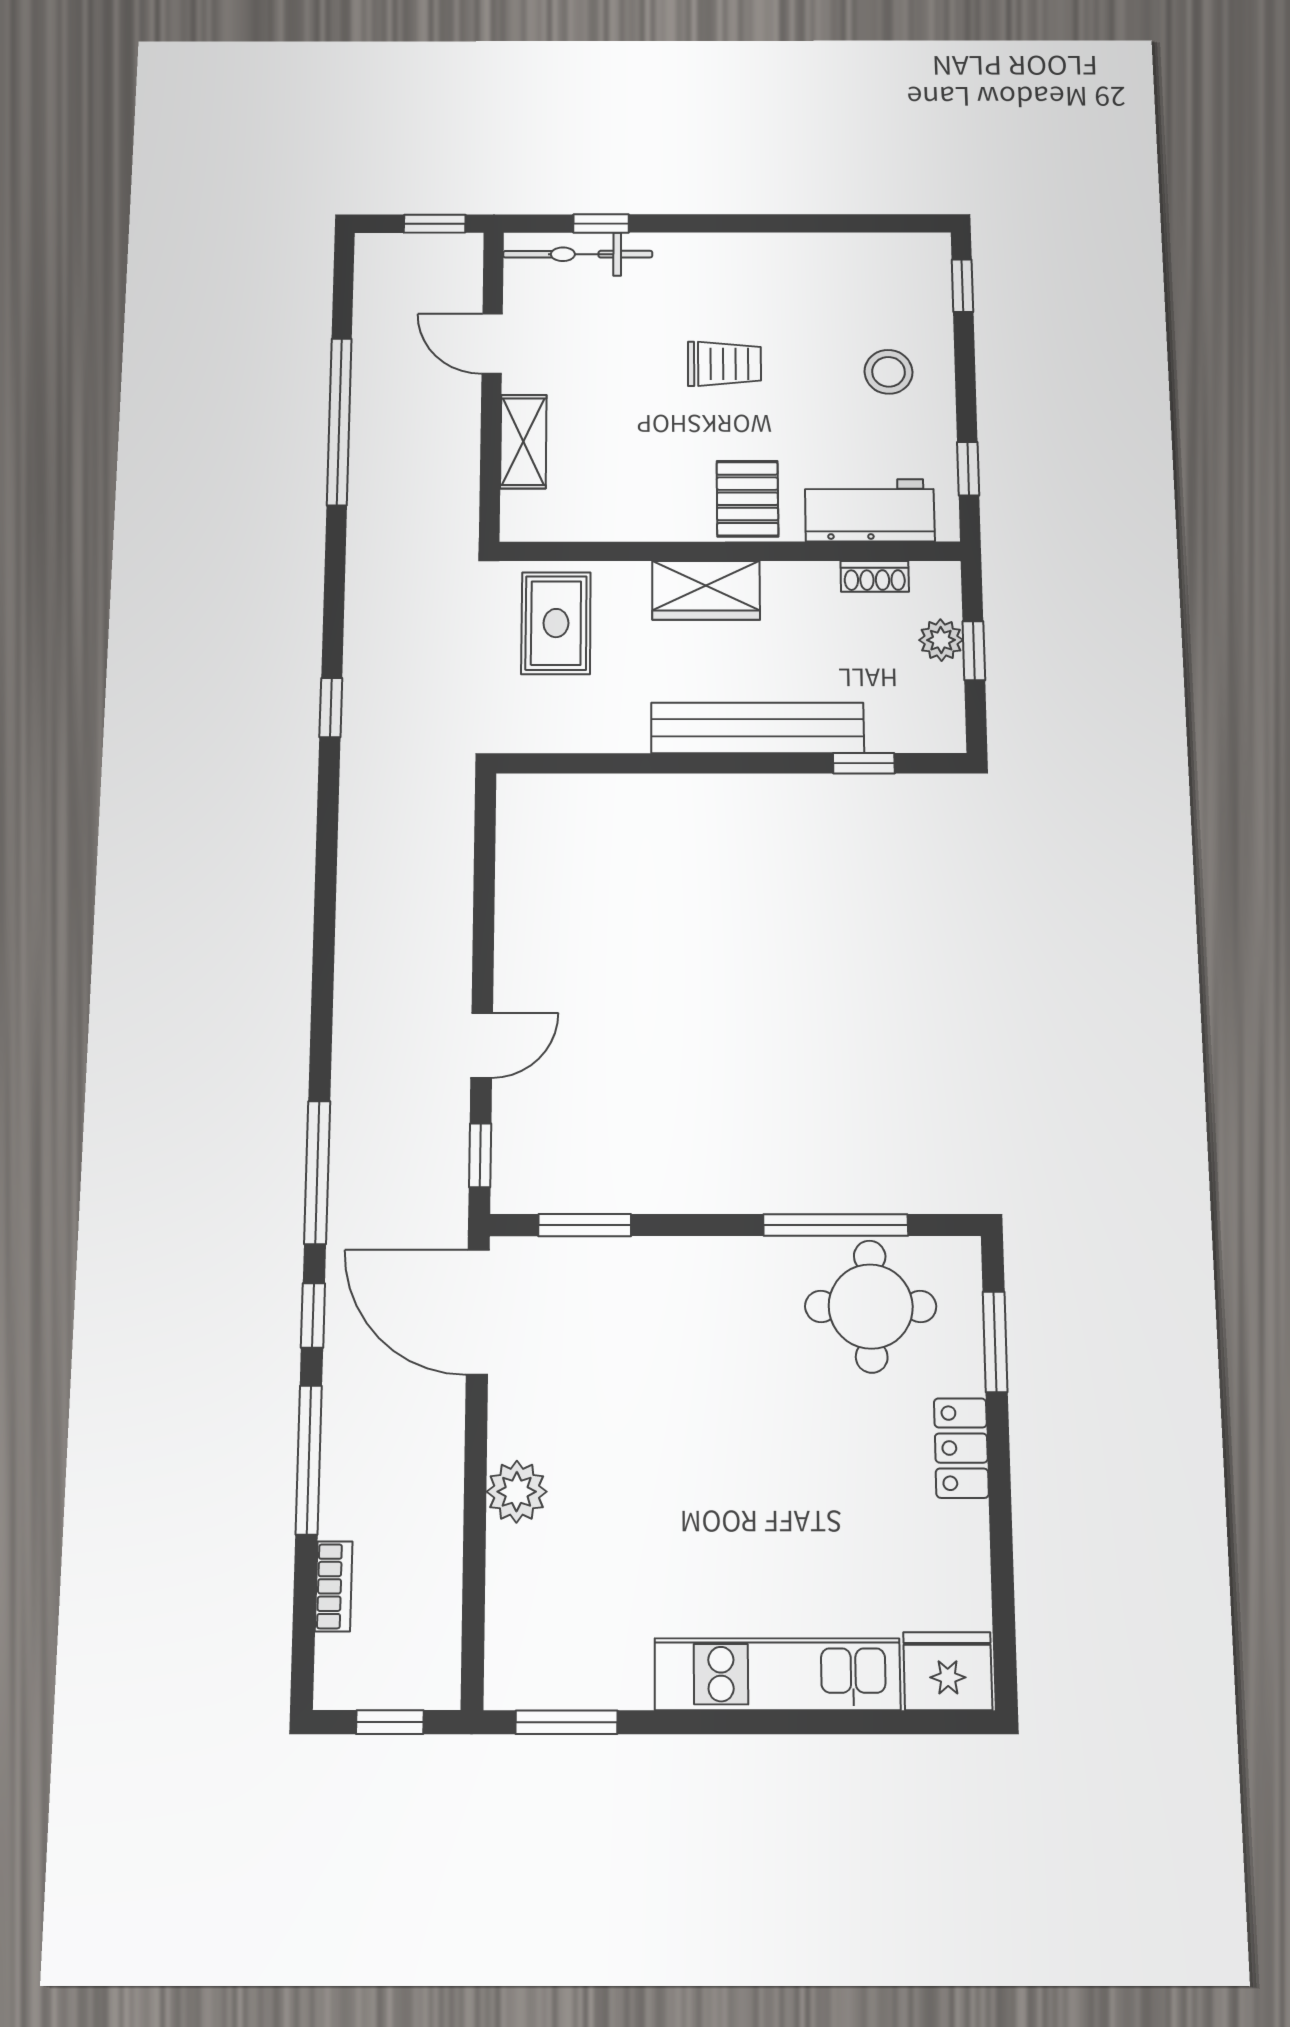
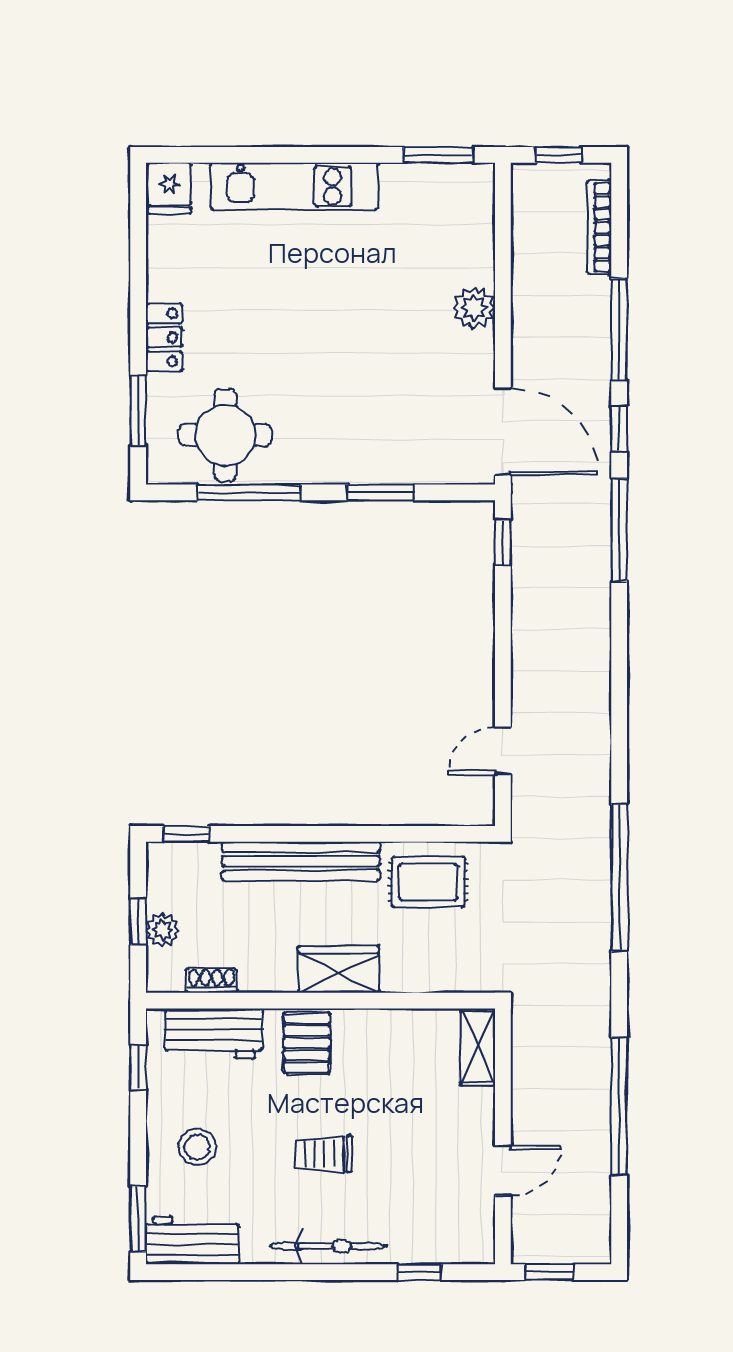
bicycle: (578, 254) -> (328, 1246), moved
workbench: (892, 261) -> (193, 1240), added
window: (962, 286) -> (138, 1219), width x1.50
door: (492, 344) -> (503, 1171), hinge flipped
shelving: (523, 442) -> (478, 1047), moved
rug: (556, 623) -> (428, 882), moved, turned 90
window: (331, 707) -> (619, 877), width x3.17
window: (864, 763) -> (186, 834), moved
door: (482, 1045) -> (503, 751), moved
window: (585, 1225) -> (381, 492), moved
bookcase: (334, 1586) -> (599, 227), width x1.56
fridge: (948, 1671) -> (169, 188), width x0.72

